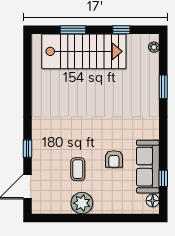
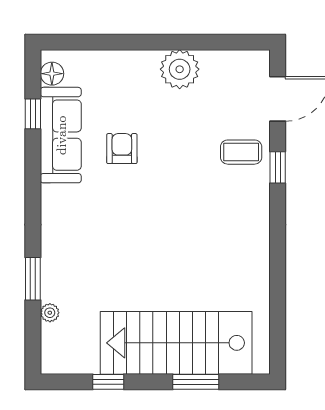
plant: (154, 47) -> (50, 313), moved
coffee table: (78, 169) -> (241, 152), moved, turned 90

